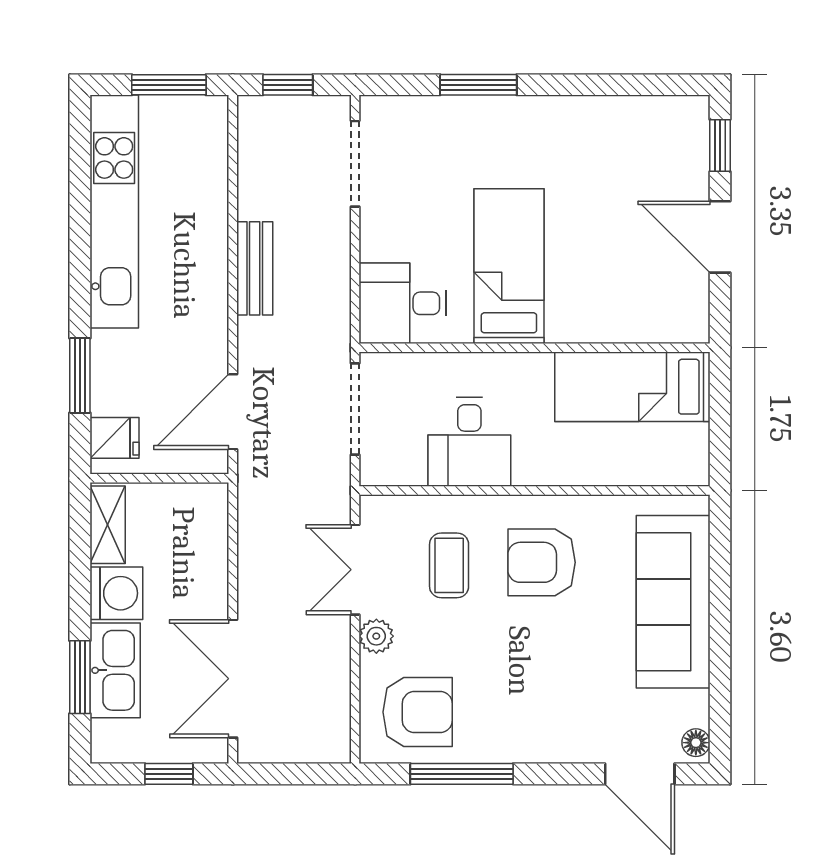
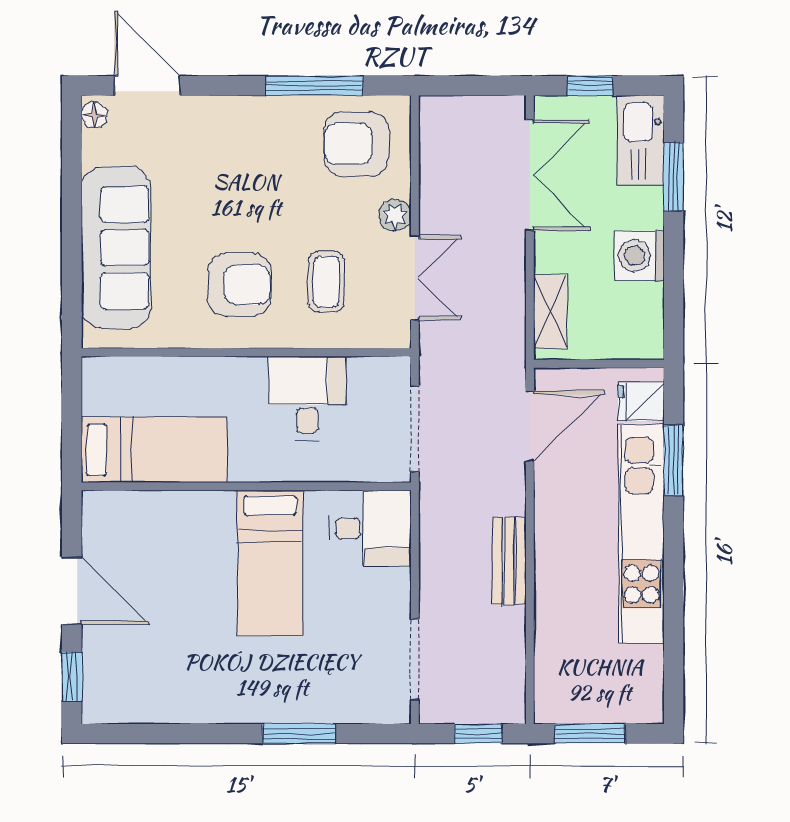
kitchen unit: (114, 212) -> (641, 534), moved
shelving: (108, 525) -> (550, 312), moved
kitchen sink: (115, 670) -> (640, 140), moved

